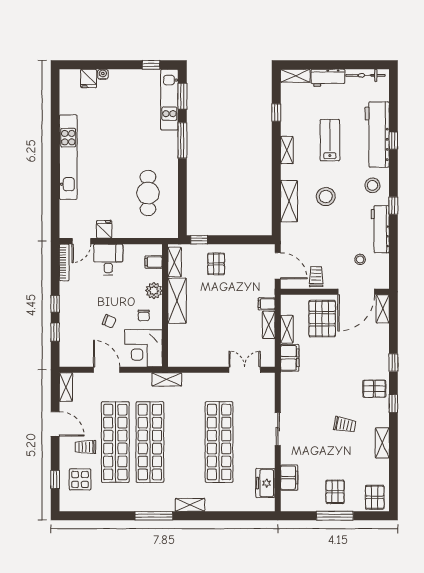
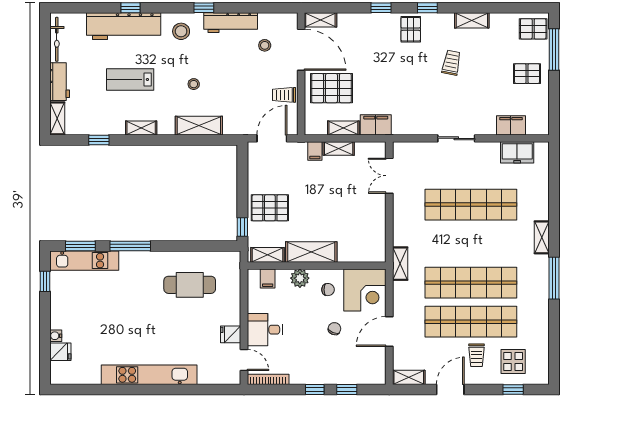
stool: (326, 197) -> (194, 84), width x0.53, depth x0.53
pallet: (216, 264) -> (270, 208), width x1.50, depth x1.42
window: (335, 516) -> (554, 49), moved

